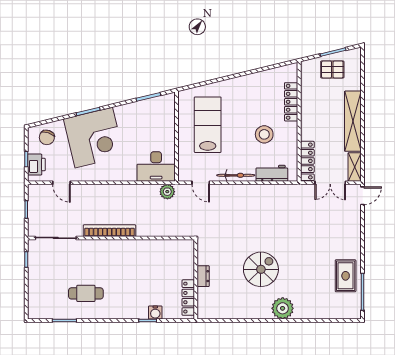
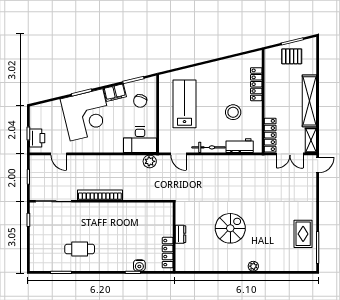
filing cabinet: (127, 112) -> (115, 93), added
chair: (47, 137) -> (140, 101), moved
plant: (283, 308) -> (253, 266), width x0.53, depth x0.53

